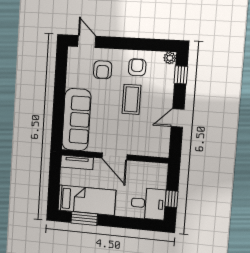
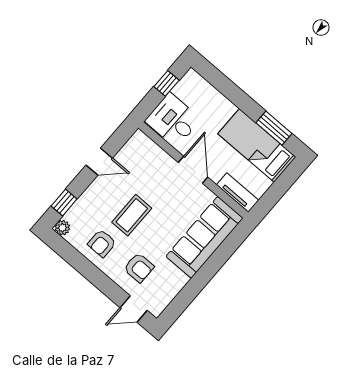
door: (87, 41) -> (134, 309), hinge flipped
armchair: (103, 70) -> (139, 268), turned 90
desk: (148, 204) -> (173, 120), moved

